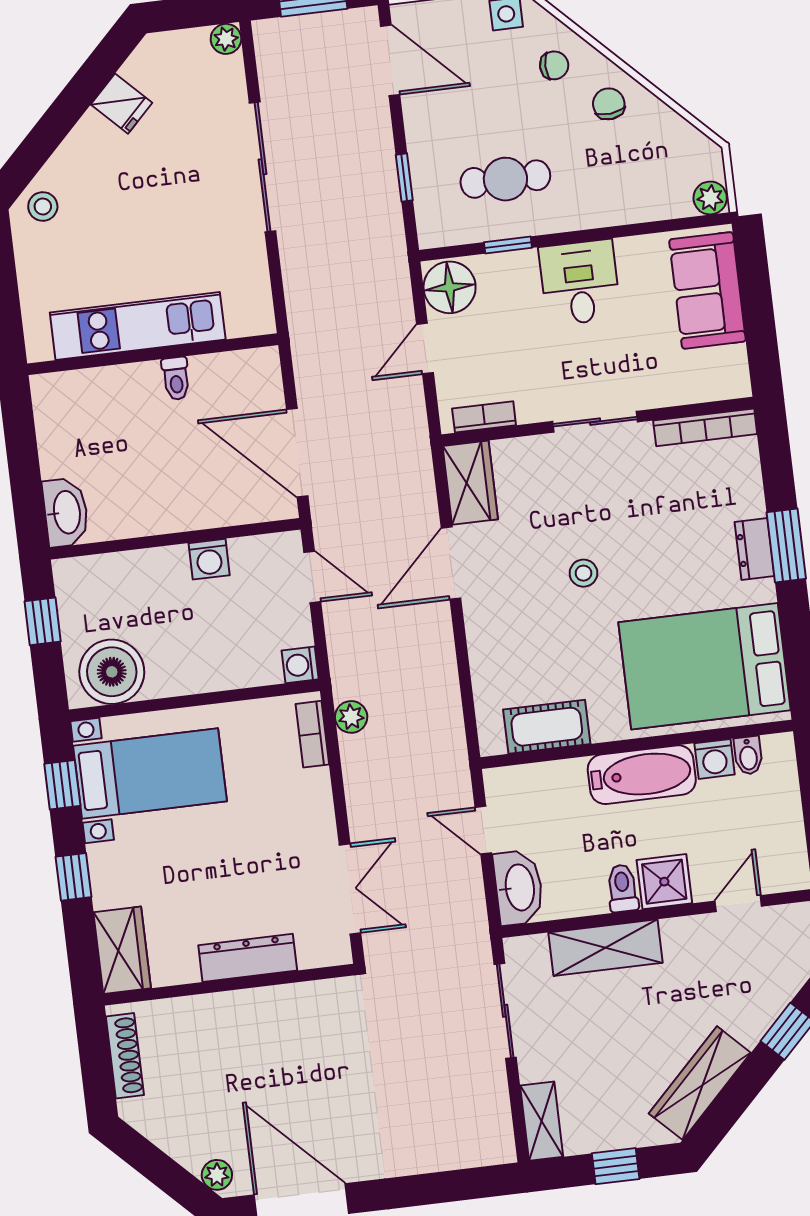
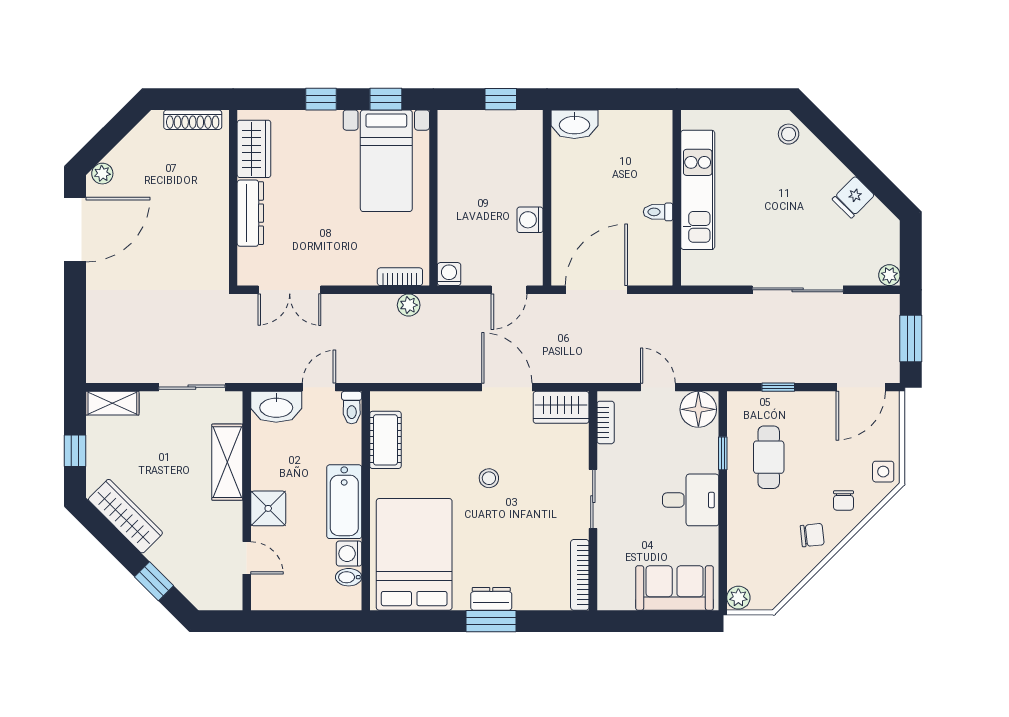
boiler: (112, 672) -> (460, 143), removed
toilet: (622, 888) -> (352, 408), moved, turned 90
wardrobe: (122, 950) -> (254, 149), moved, turned -90

